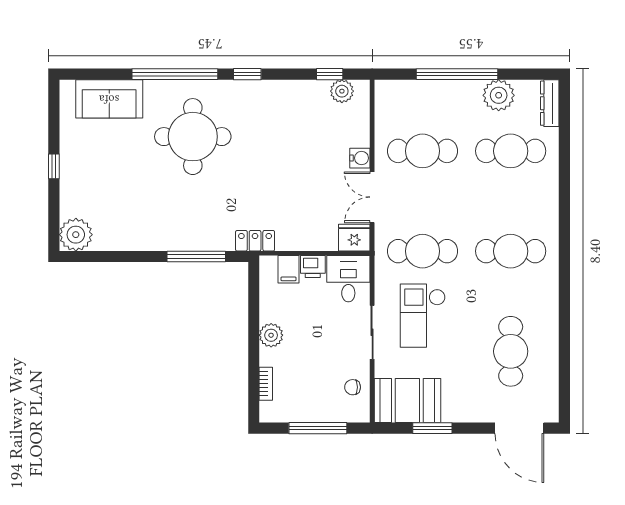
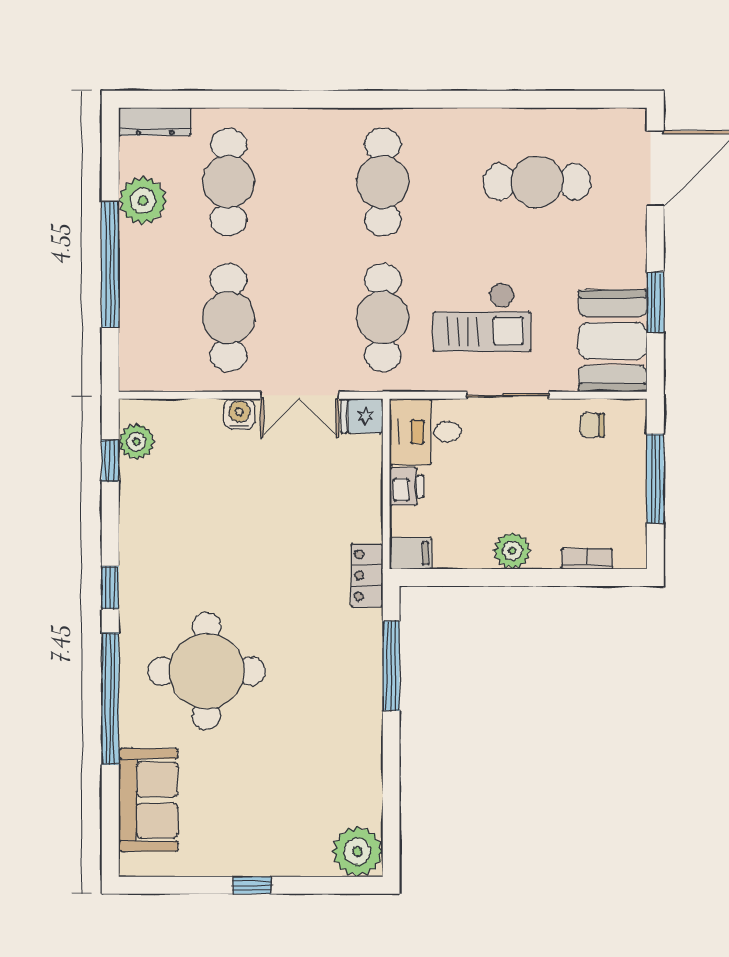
fridge: (354, 238) -> (362, 416), width x0.72
filing cabinet: (289, 269) -> (411, 553), moved
chair: (353, 387) -> (592, 425), turned 90

